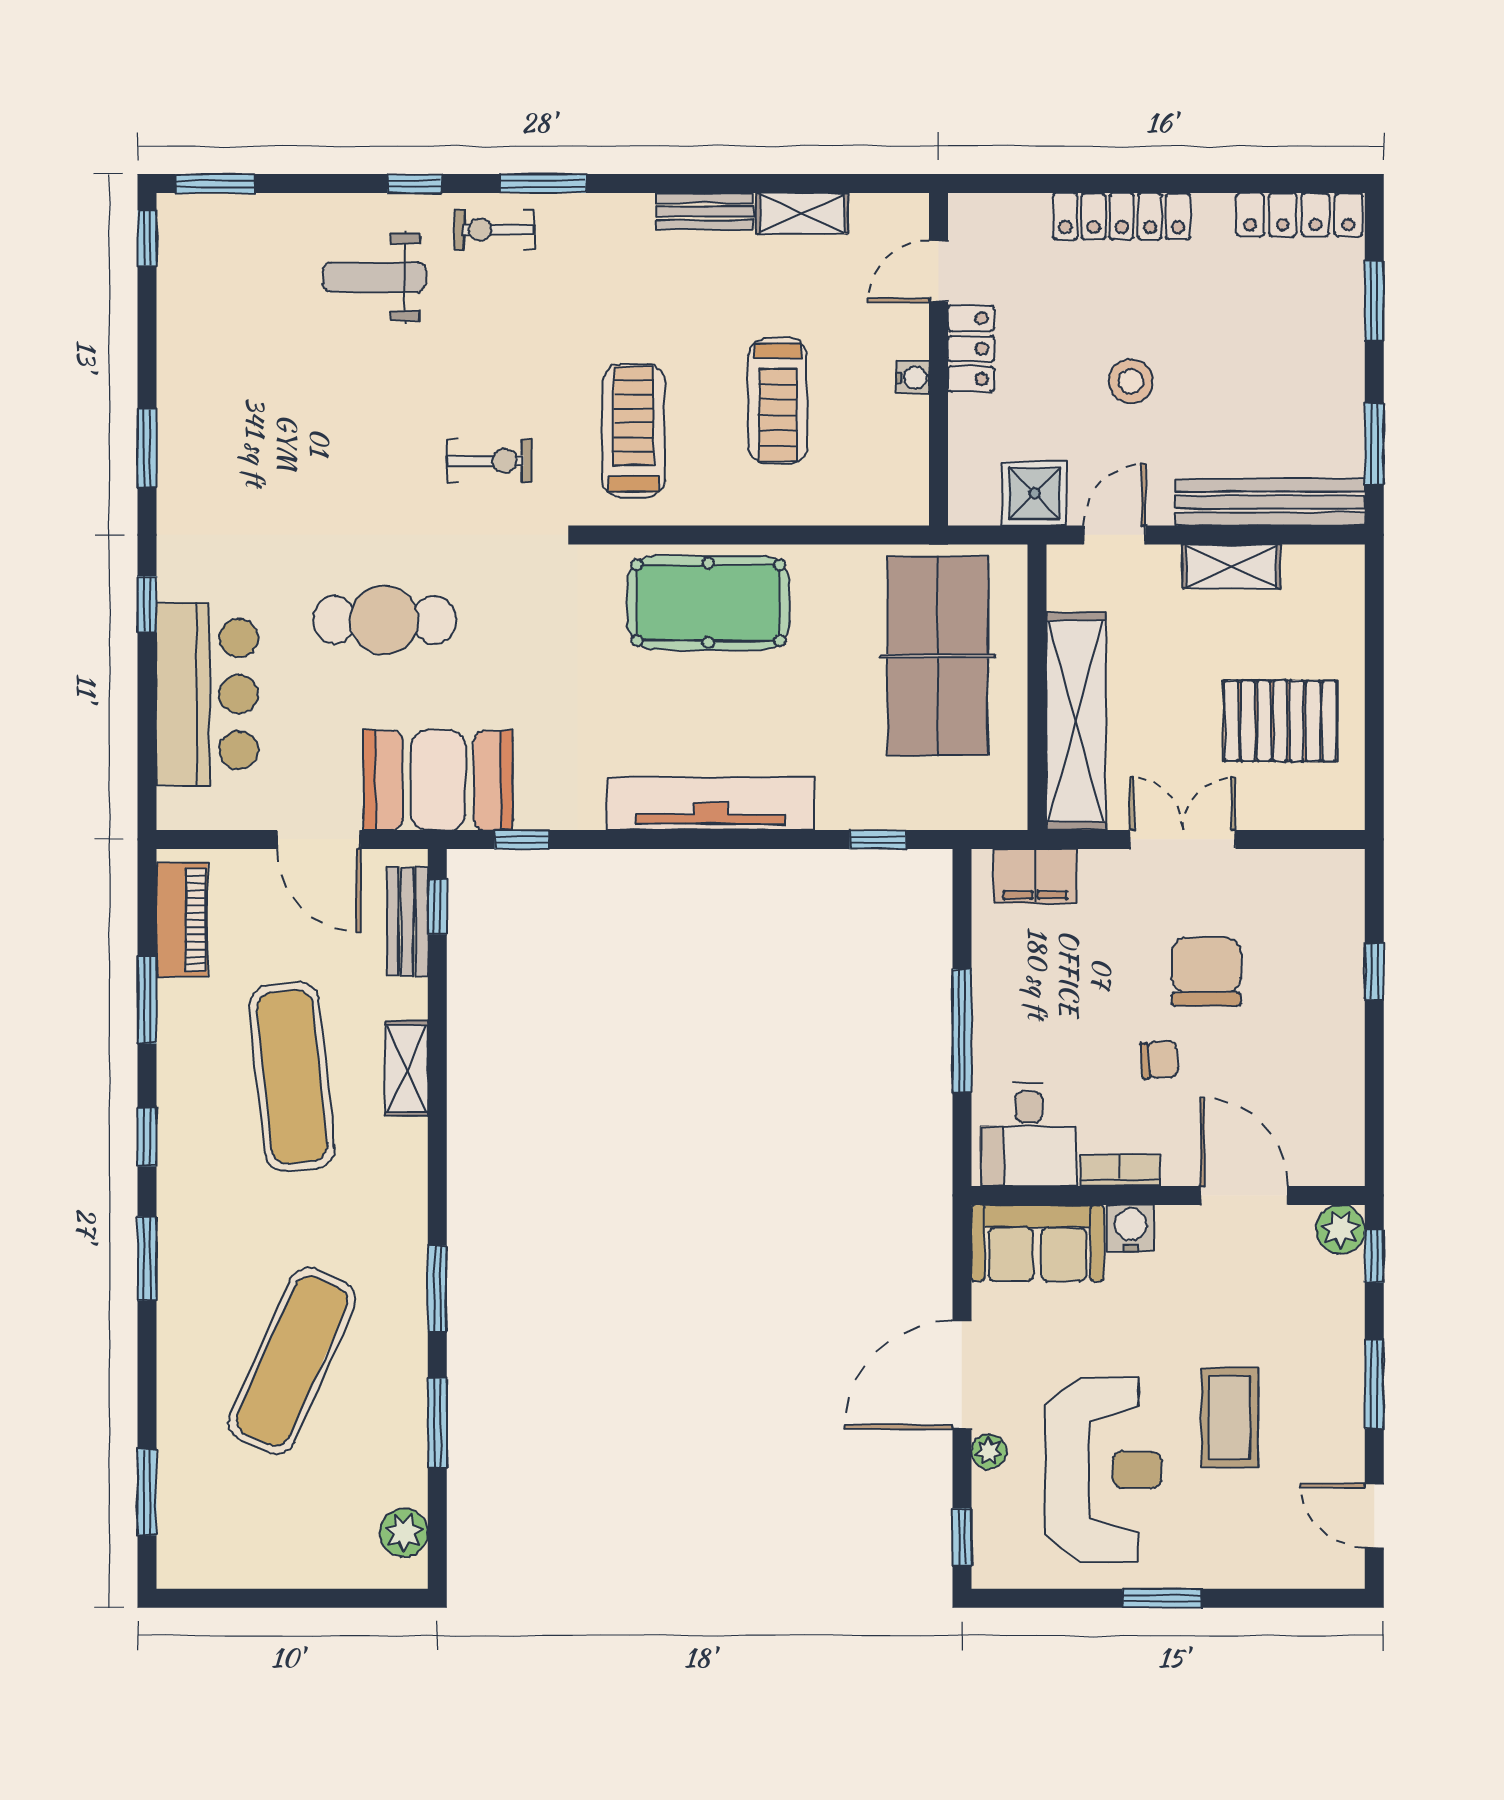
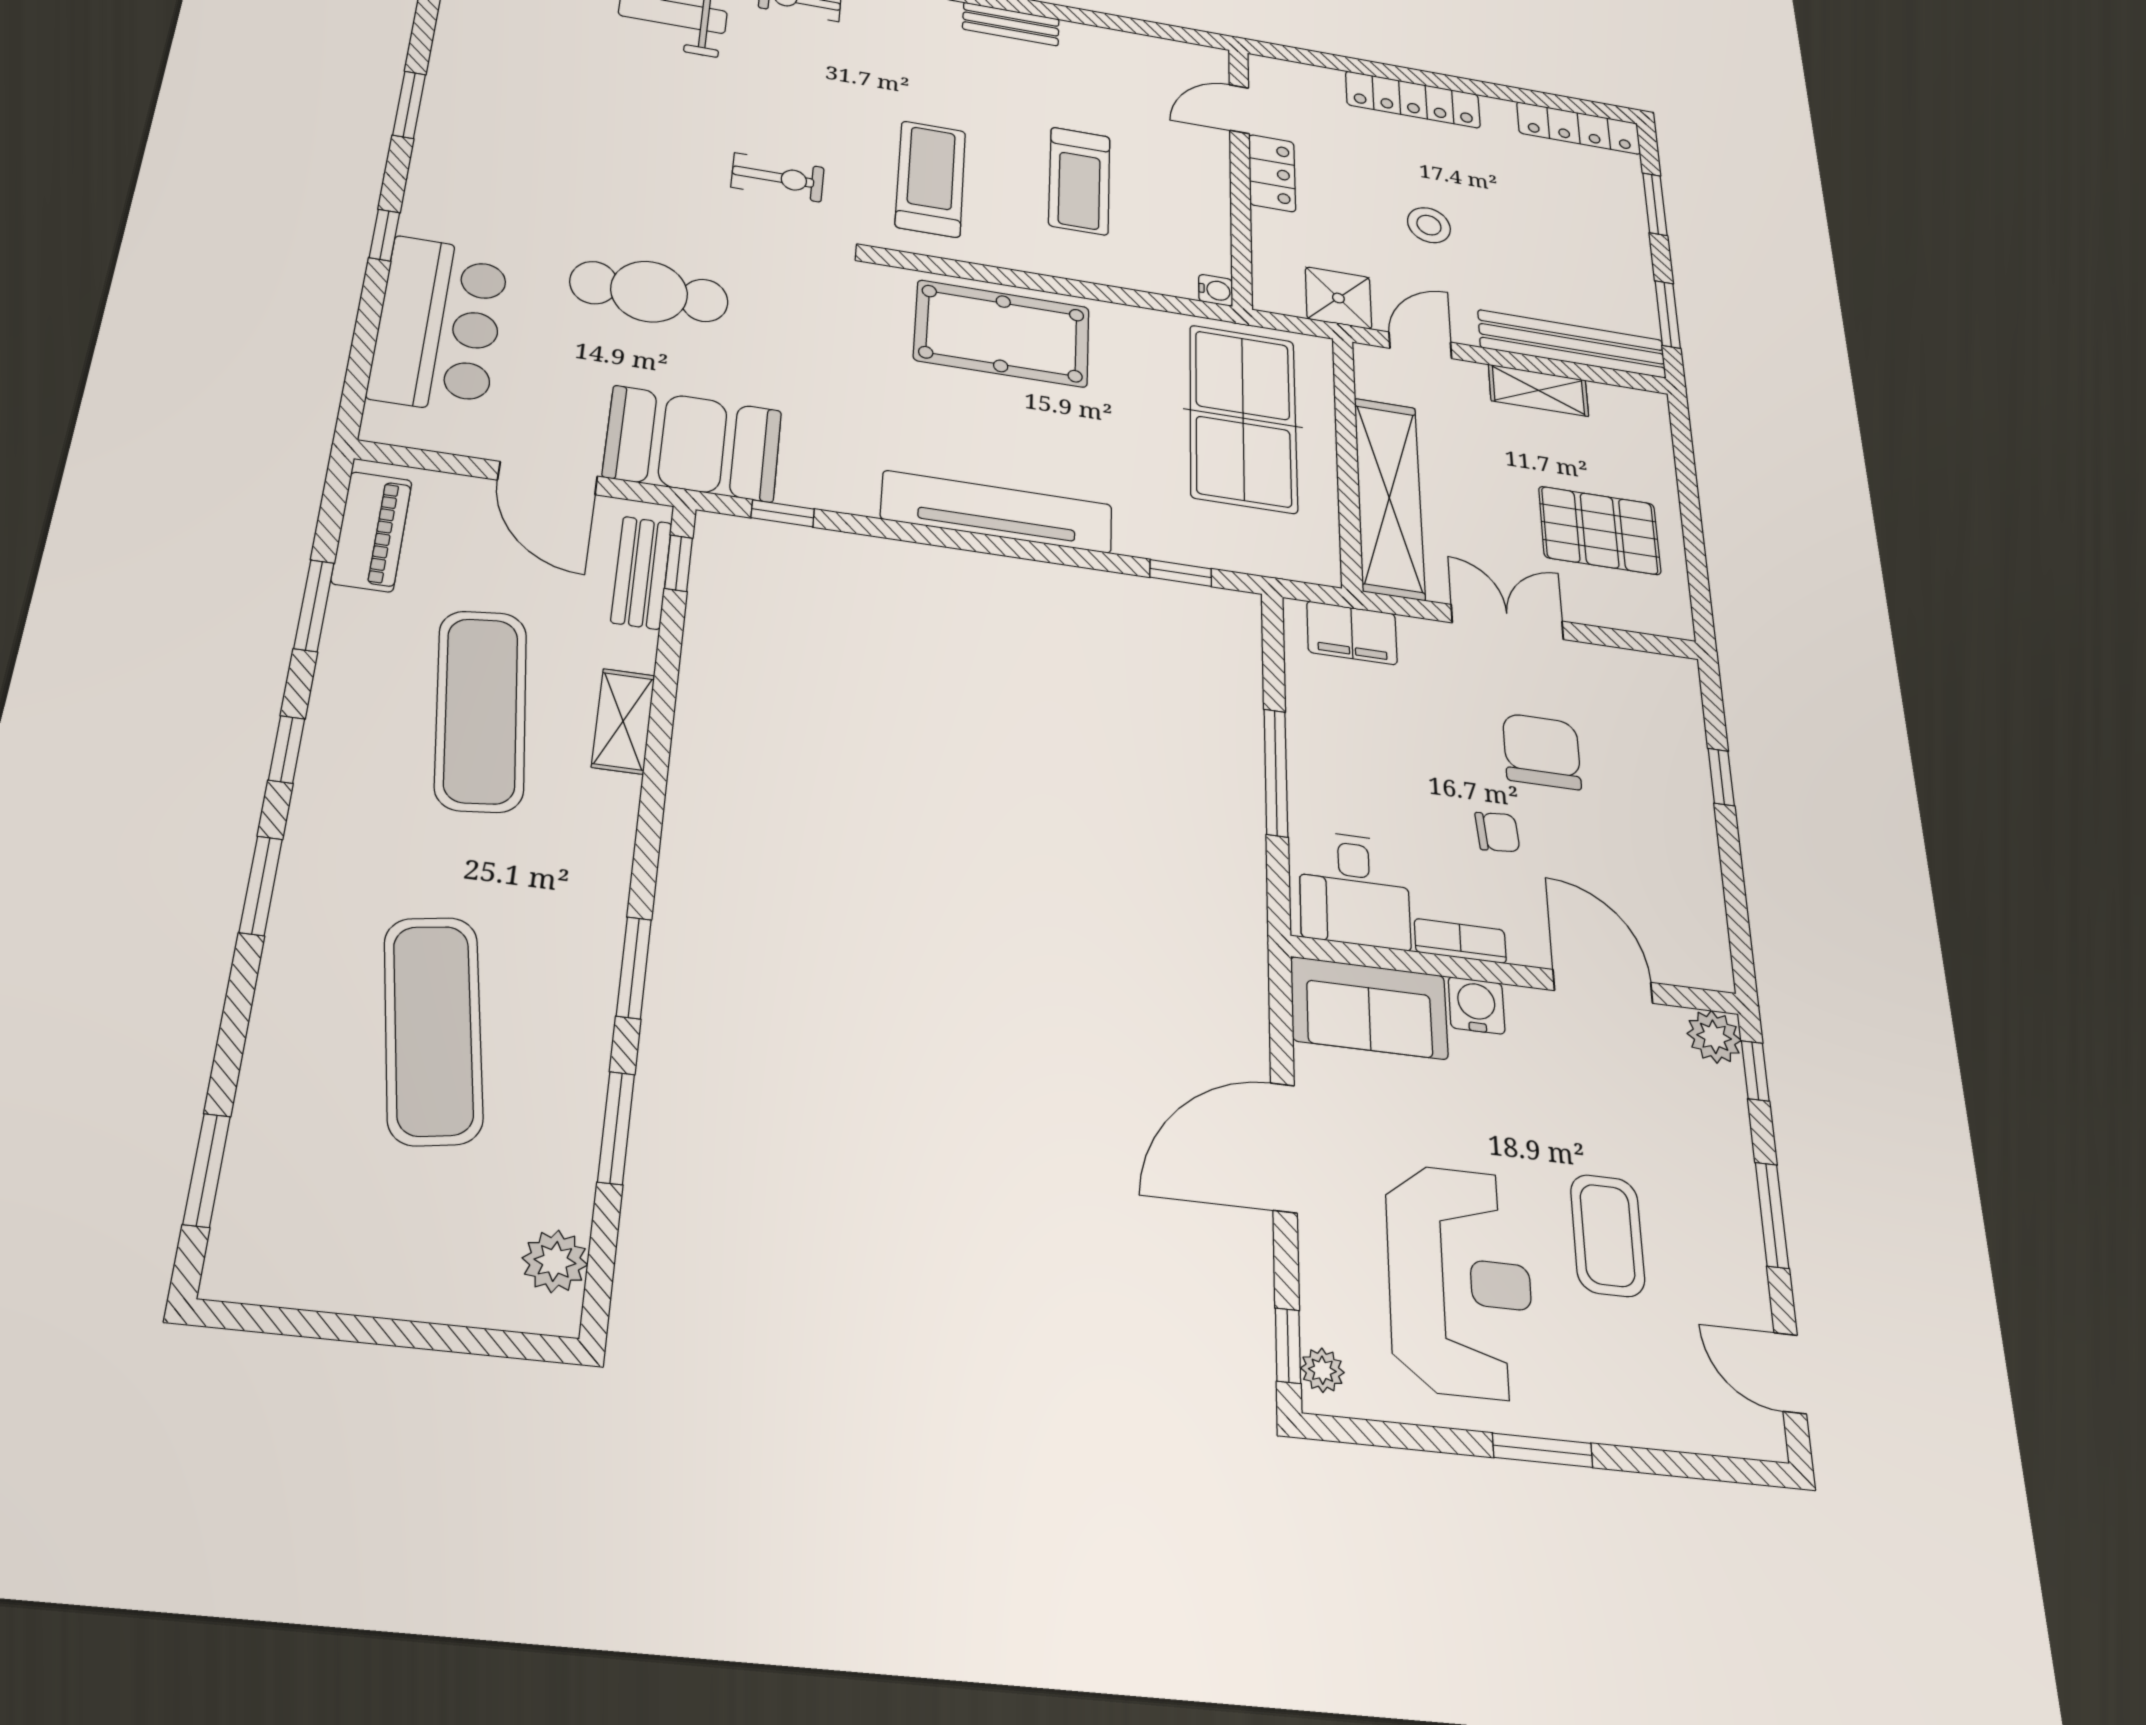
shelving: (802, 213) -> (1107, 43), removed
water cooler: (913, 377) -> (1216, 290), moved
exercise mat: (292, 1361) -> (433, 1030), turned -33
plant: (989, 1452) -> (1322, 1370), moved

